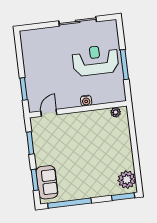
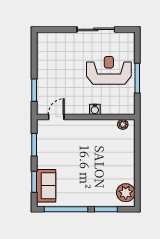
window: (123, 197) -> (106, 209), moved

